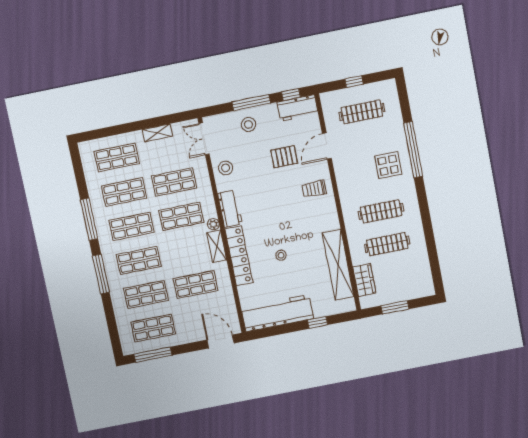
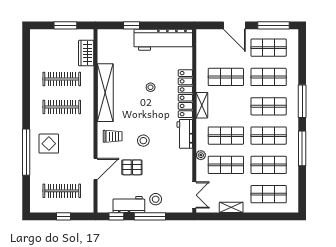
workbench: (298, 108) -> (129, 205), moved
stool: (226, 168) -> (143, 141), moved
plant: (213, 224) -> (201, 155), moved
shelving: (338, 265) -> (105, 93), moved
door: (220, 341) -> (234, 25), moved

